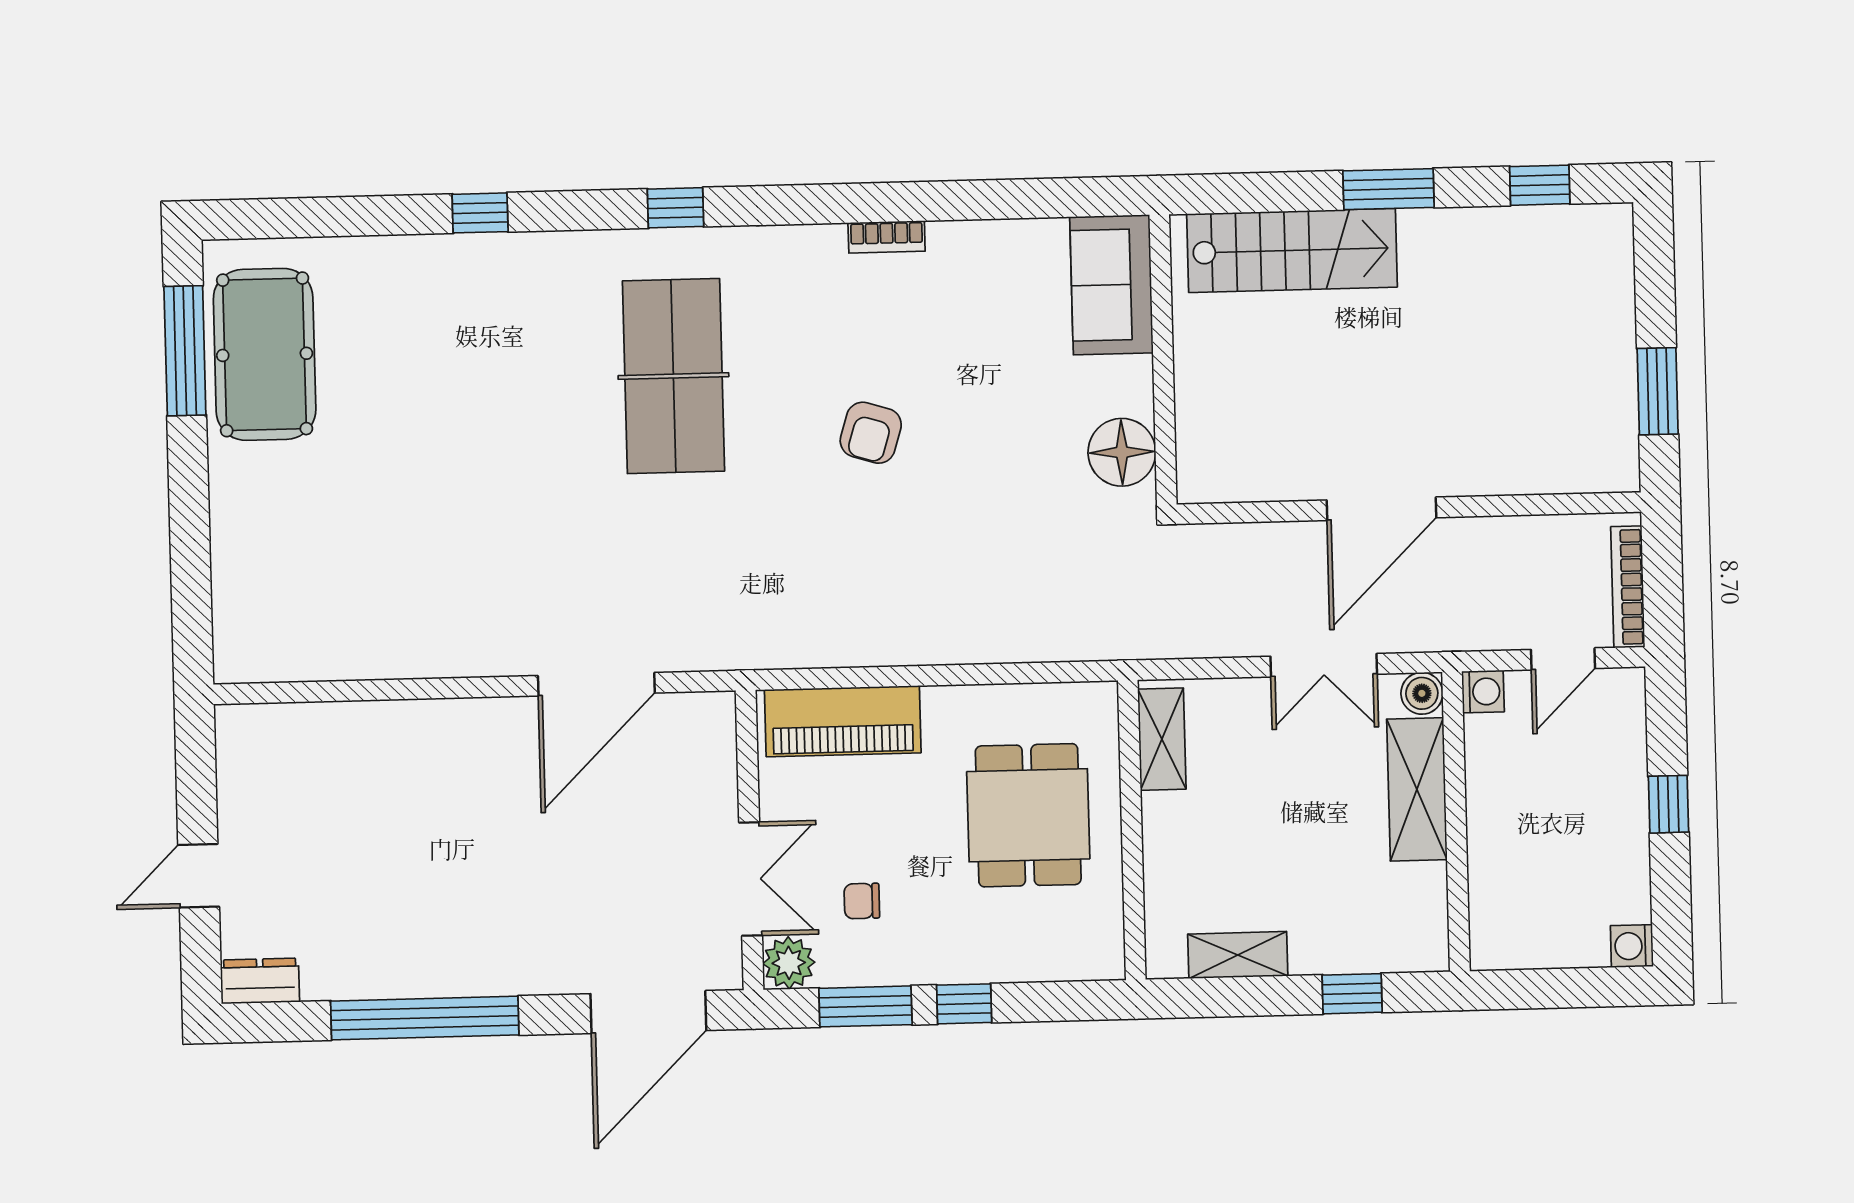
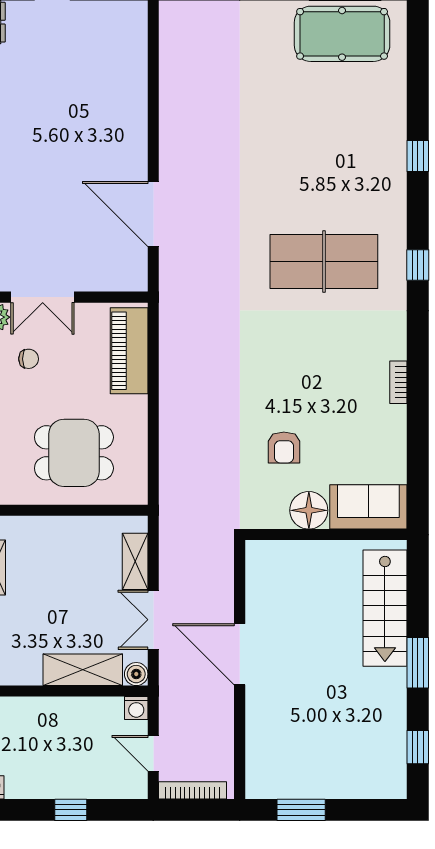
armchair: (871, 433) -> (284, 447), moved, turned -107
floor lamp: (1122, 452) -> (309, 510), moved
shelving: (1162, 739) -> (135, 561), moved, turned 90
chair: (862, 901) -> (29, 359), turned 90

